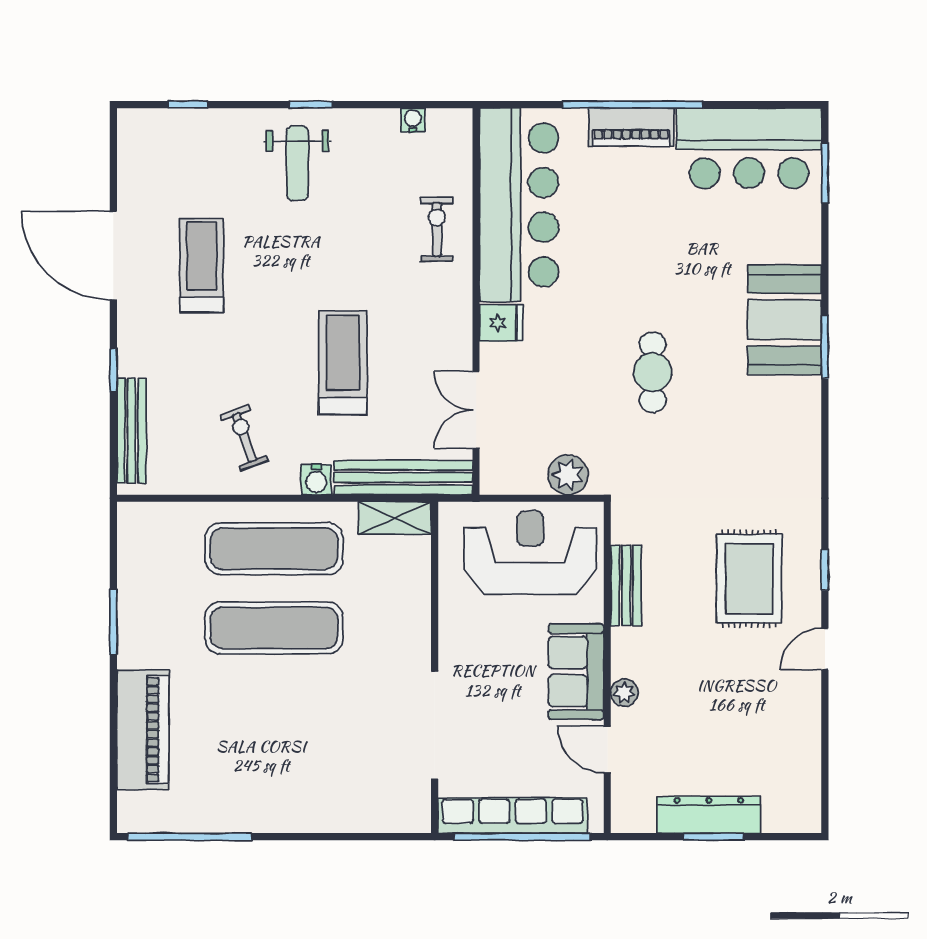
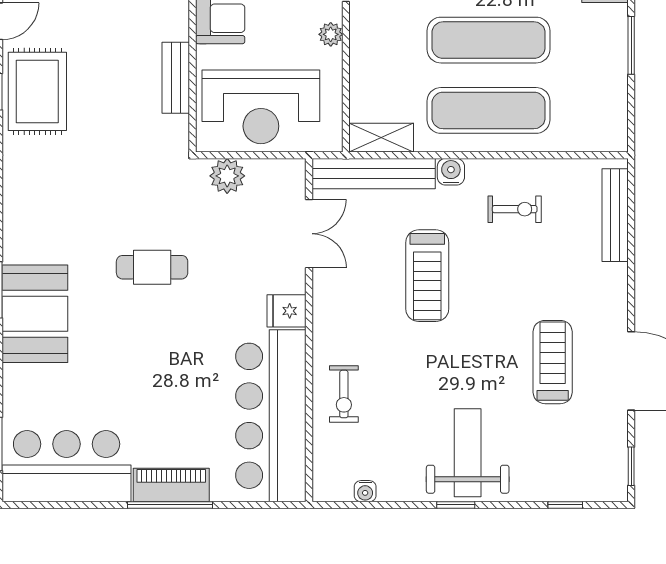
window: (632, 105) -> (170, 505), width x0.68
weight bench: (297, 163) -> (468, 453), width x1.36, depth x1.33
treadmill: (202, 265) -> (553, 362), turned 180
window: (113, 370) -> (631, 466), moved
cafe table: (653, 372) -> (152, 267), turned 90
exercise bike: (245, 438) -> (515, 209), turned -70
rug: (749, 579) -> (37, 91), moved
plant: (452, 634) -> (331, 34), added

